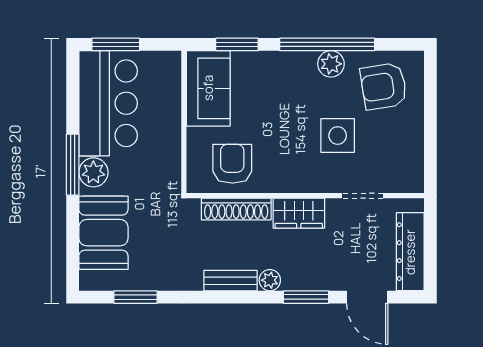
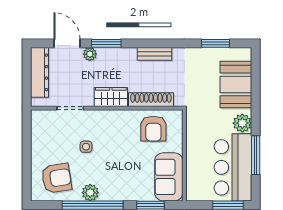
side table: (338, 136) -> (86, 147), width x0.54, depth x0.54
window: (73, 165) -> (256, 155), moved
plant: (270, 280) -> (90, 54), moved

